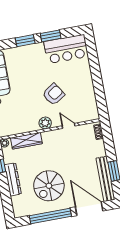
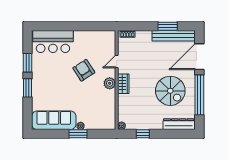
bar counter: (66, 49) -> (53, 41), moved, turned 90
wardrobe: (26, 141) -> (123, 84), moved, width x0.67
dresser: (13, 179) -> (179, 124), moved

